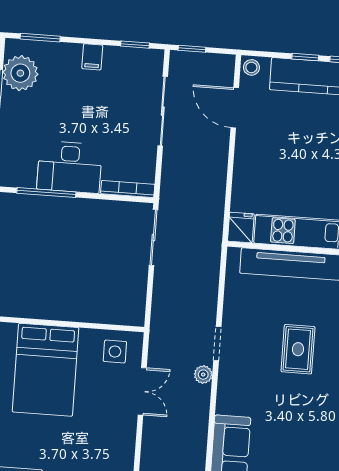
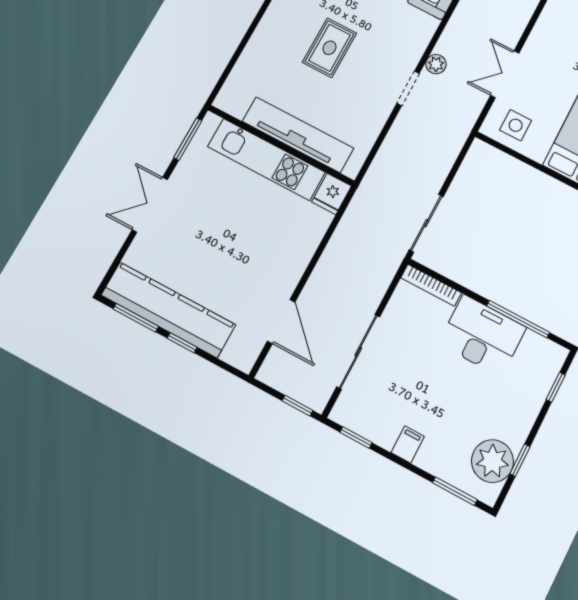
stool: (251, 67) -> (244, 357), removed

